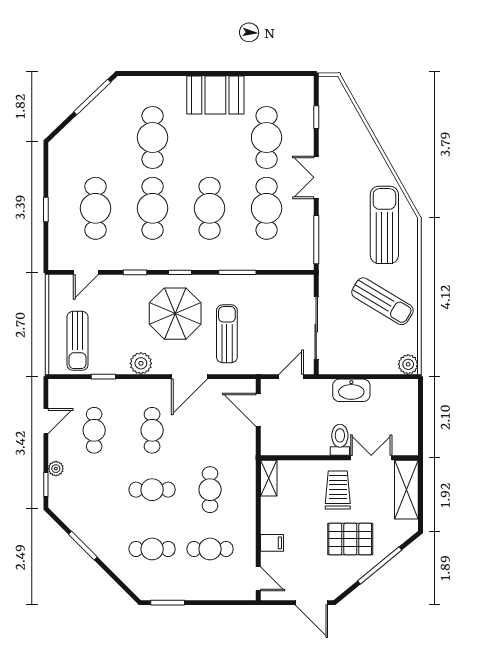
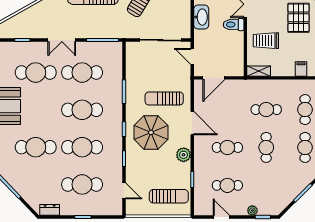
dresser: (57, 159) -> (50, 210), added
trolley: (338, 490) -> (266, 41), moved

